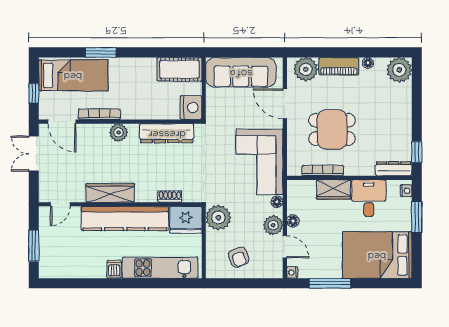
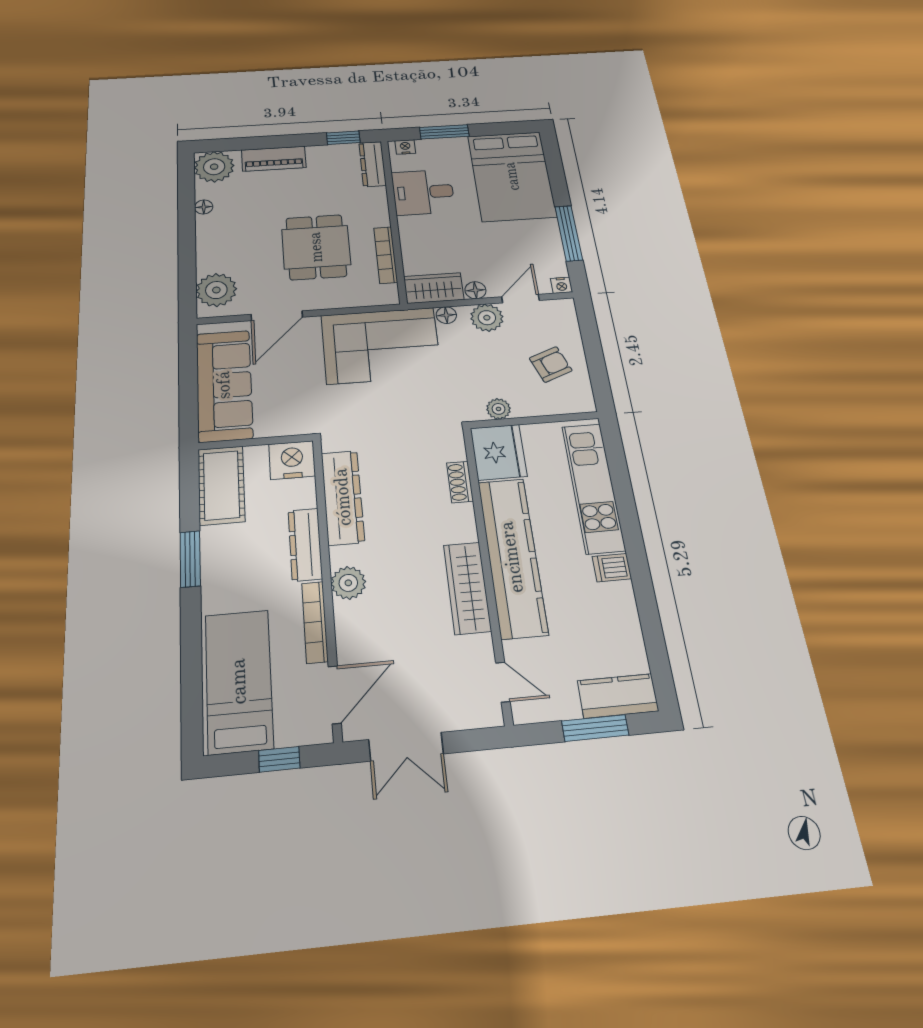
window: (101, 52) -> (190, 559), moved
piano: (339, 66) -> (274, 159), moved, turned 90
dresser: (142, 112) -> (305, 544), added
wardrobe: (334, 190) -> (434, 288), moved, turned -90
plant: (218, 218) -> (499, 409), width x0.53, depth x0.53
kitchen counter: (48, 260) -> (618, 696), added

